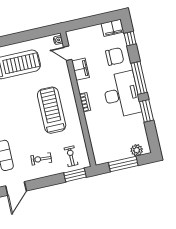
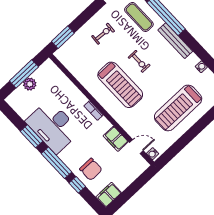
window: (130, 39) -> (77, 185), moved
chair: (115, 56) -> (91, 169), turned -90
desk: (122, 94) -> (53, 126), moved
plant: (137, 150) -> (30, 84), moved
exercise bike: (71, 156) -> (139, 61), moved

